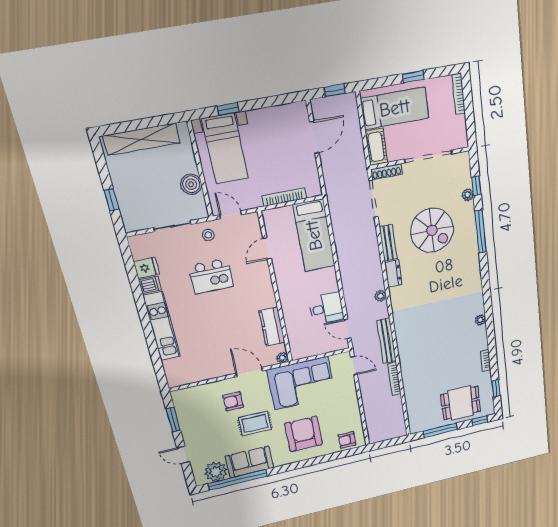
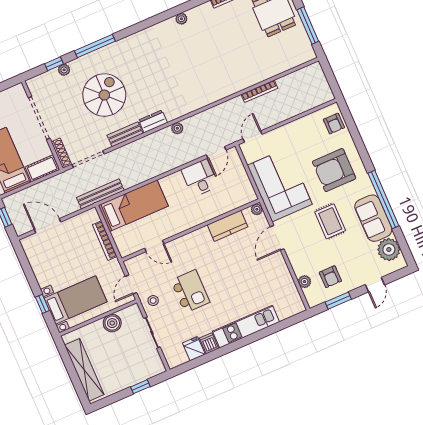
bench: (387, 341) -> (100, 194), moved
plant: (199, 391) -> (305, 282), added
armchair: (233, 401) -> (330, 277), moved
window: (238, 480) -> (383, 199), moved

